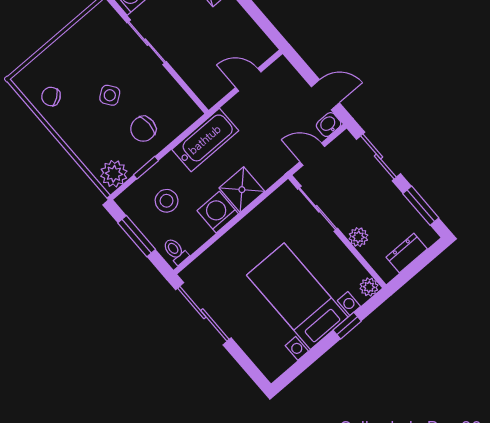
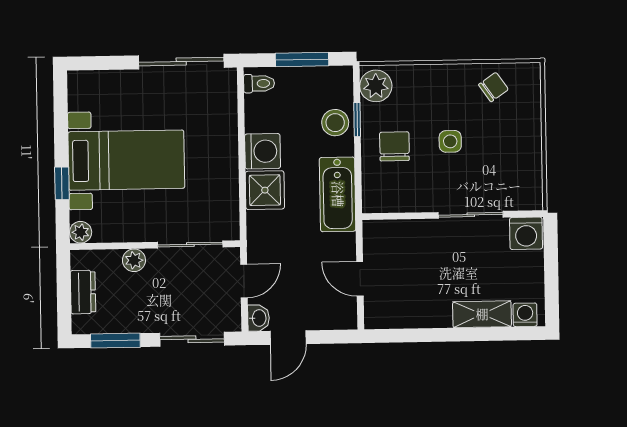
door: (248, 80) -> (360, 279), swing flipped
side table: (110, 95) -> (450, 141), turned 36
stool: (167, 201) -> (335, 123), moved

